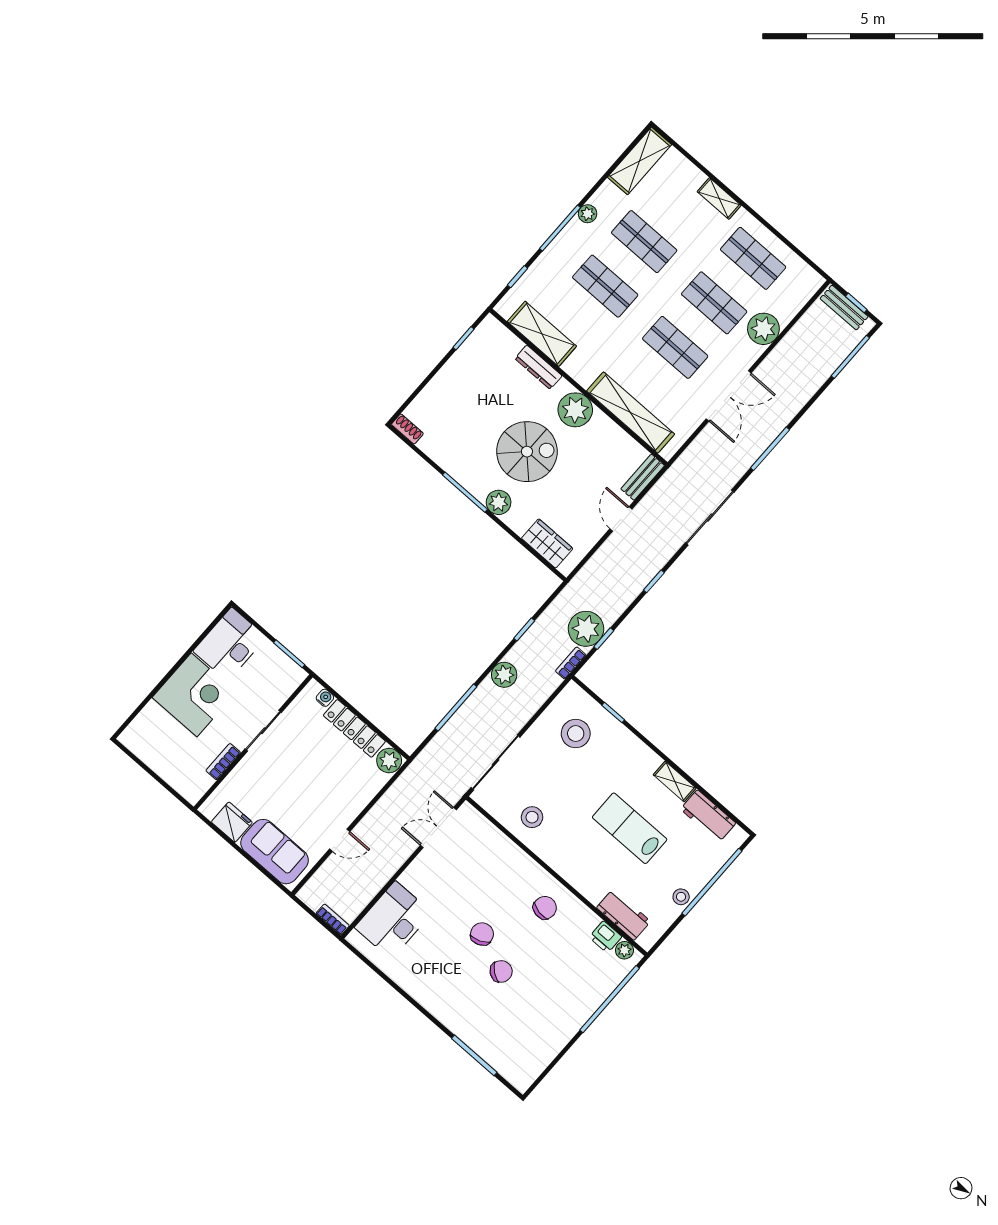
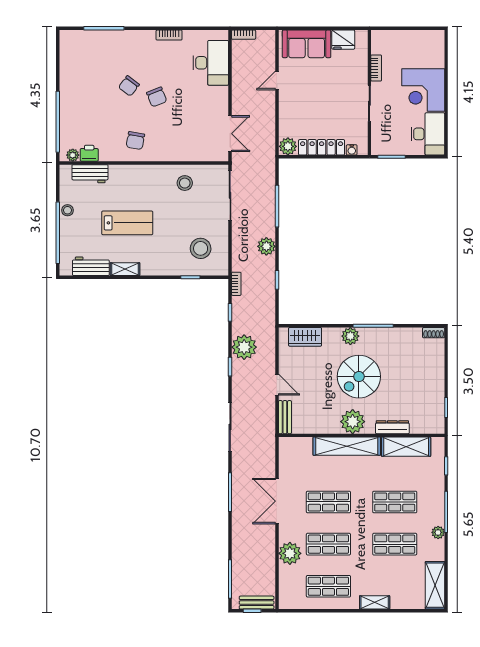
shelving: (631, 413) -> (347, 446), moved
plant: (586, 629) -> (244, 347), moved
bookcase: (412, 988) -> (169, 35), added

